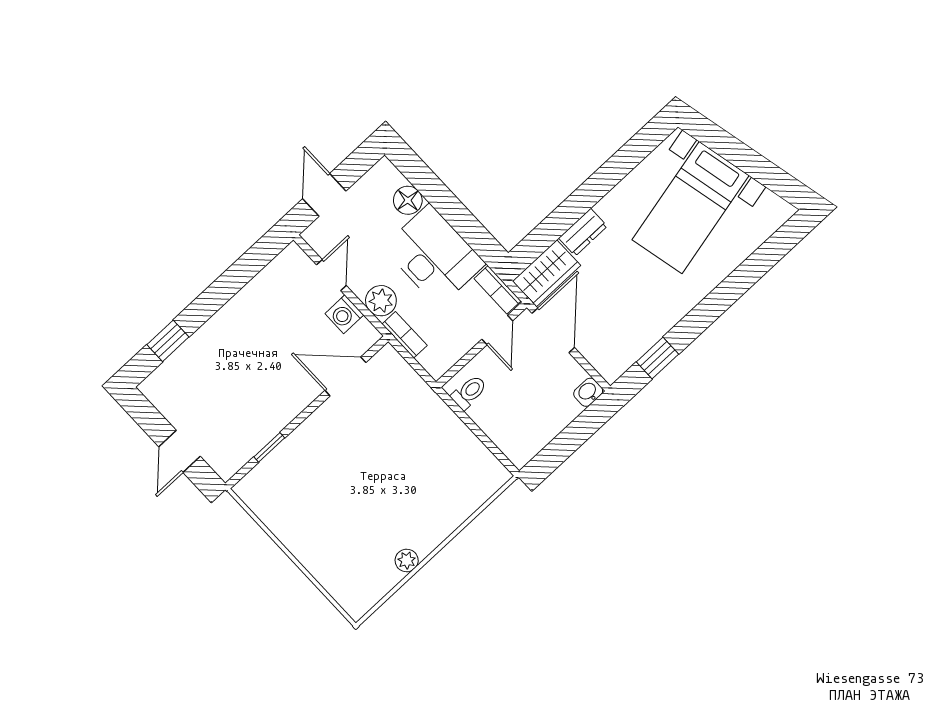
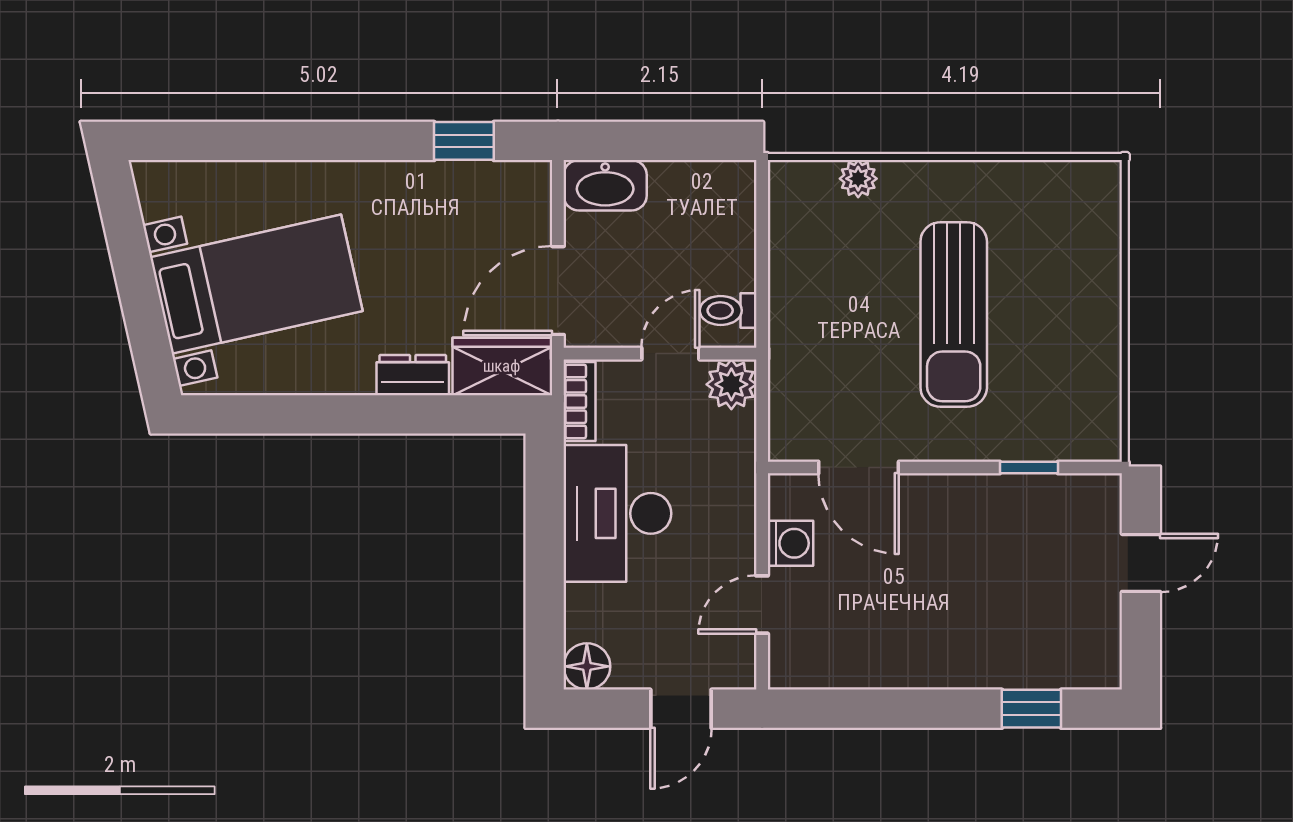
floor lamp: (408, 200) -> (587, 666), moved
plant: (381, 301) -> (731, 384), moved
door: (497, 330) -> (670, 354), moved
bookcase: (405, 335) -> (741, 451), removed
washbasin: (588, 392) -> (605, 185), width x1.91, depth x1.45
sun lounger: (367, 484) -> (954, 315), added
plant: (407, 560) -> (858, 179), moved

